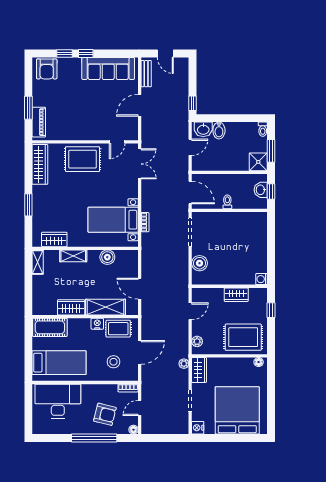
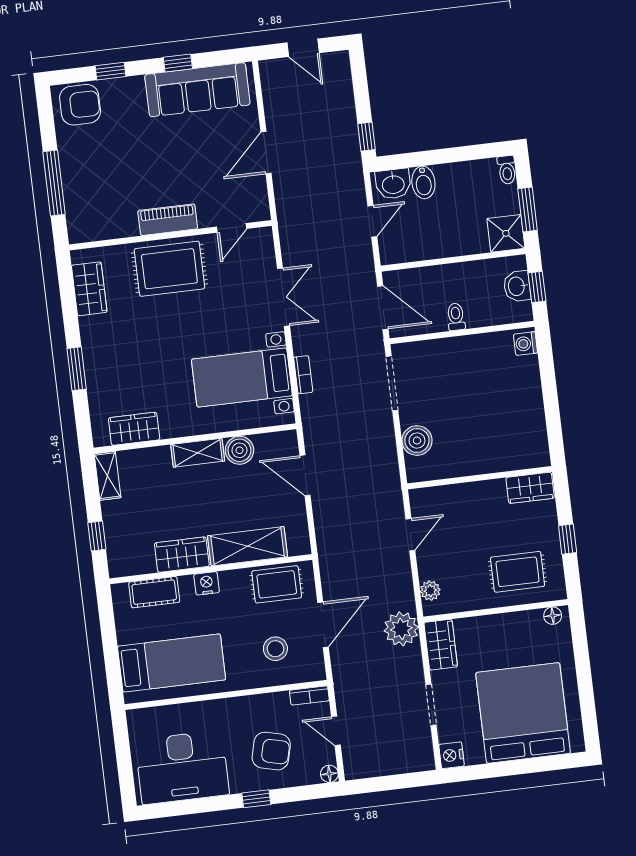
window: (86, 54) -> (178, 63), moved
armchair: (47, 69) -> (80, 105), turned -90
bench: (146, 74) -> (271, 91), removed
window: (28, 108) -> (54, 183), width x1.44
piano: (39, 122) -> (168, 220), moved, turned -90
wardrobe: (40, 164) -> (89, 289), width x0.67
double door: (140, 164) -> (283, 297), moved
shelving: (73, 256) -> (198, 453), moved
washing machine: (262, 279) -> (525, 344), moved
door: (140, 289) -> (305, 475), moved
window: (28, 292) -> (97, 536), added
wardrobe: (236, 295) -> (530, 488), moved
window: (271, 310) -> (568, 539), moved
nightstand: (97, 324) -> (207, 583), moved
cot: (50, 327) -> (154, 592), width x0.73, depth x0.75
rug: (243, 337) -> (518, 572), width x0.73, depth x0.70
plant: (184, 364) -> (401, 629), width x1.88, depth x1.88
desk: (58, 401) -> (182, 767), moved, turned 180
door: (140, 408) -> (336, 731), hinge flipped
window: (94, 438) -> (256, 799), width x0.32

